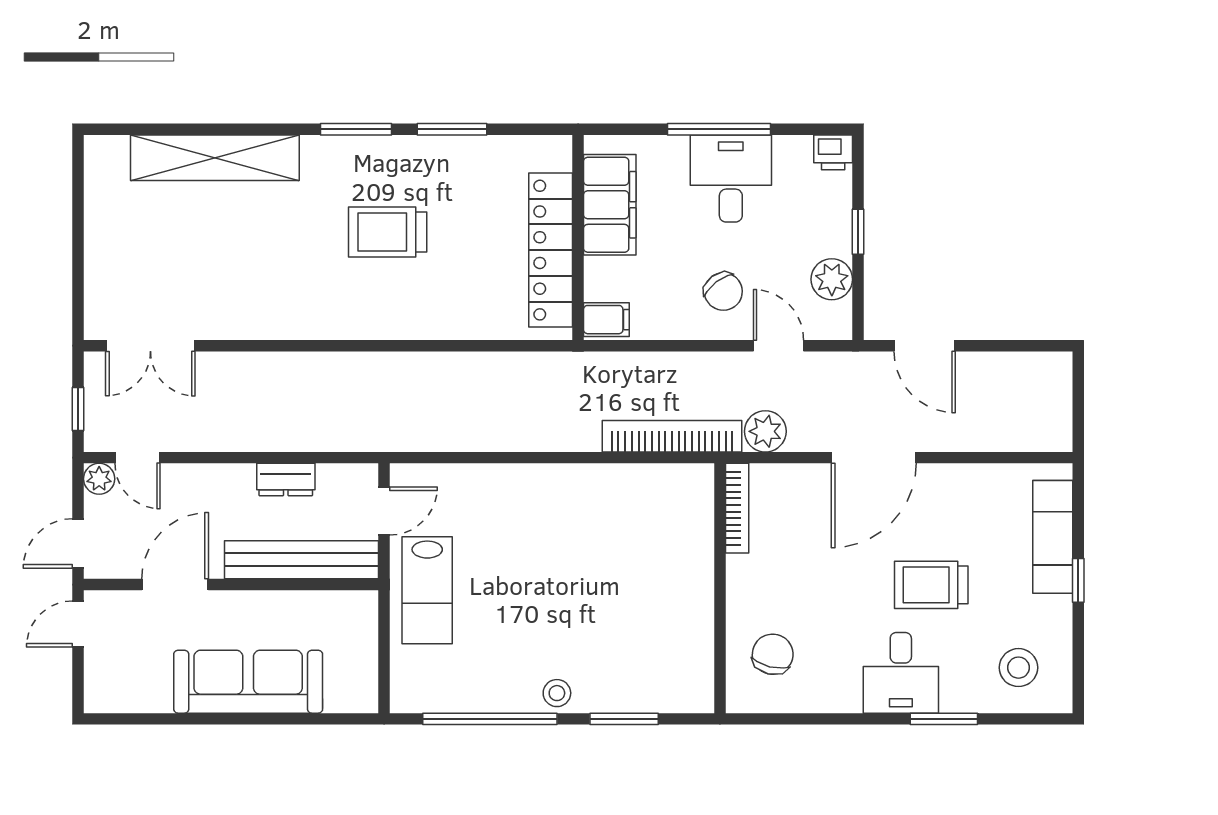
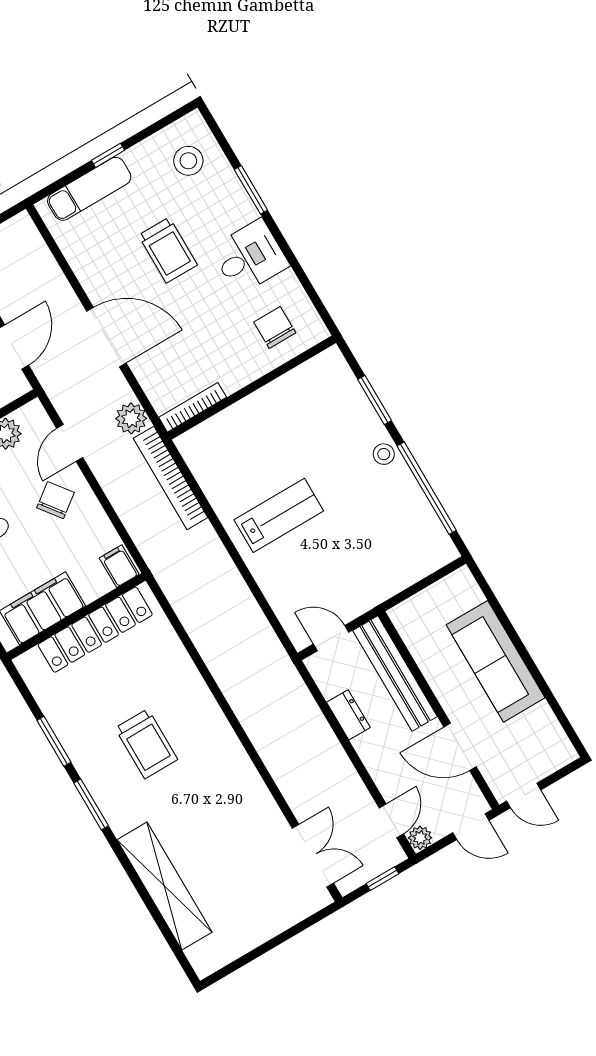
lab bench: (427, 590) -> (279, 515), moved
chair: (773, 654) -> (275, 327), turned 76
desk: (901, 673) -> (250, 257), moved

